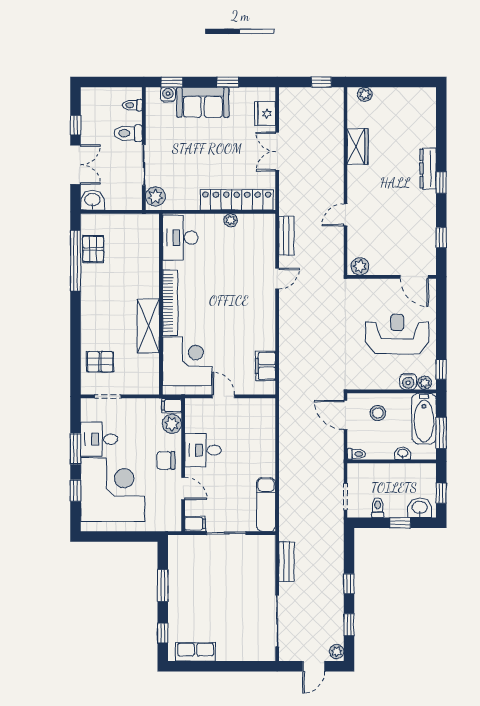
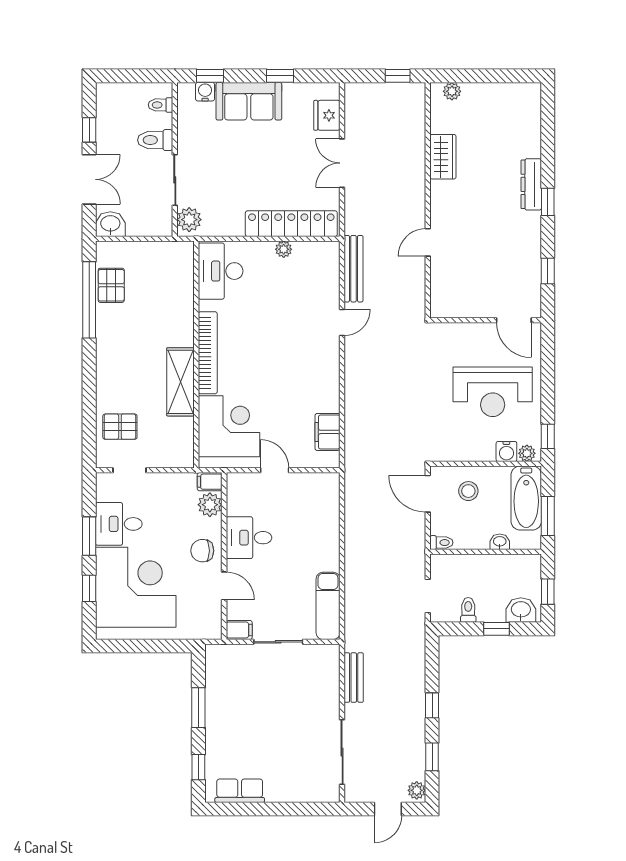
bench: (286, 236) -> (354, 269), width x1.36
plant: (360, 266) -> (446, 307), removed
reception desk: (397, 334) -> (493, 392), turned 180

